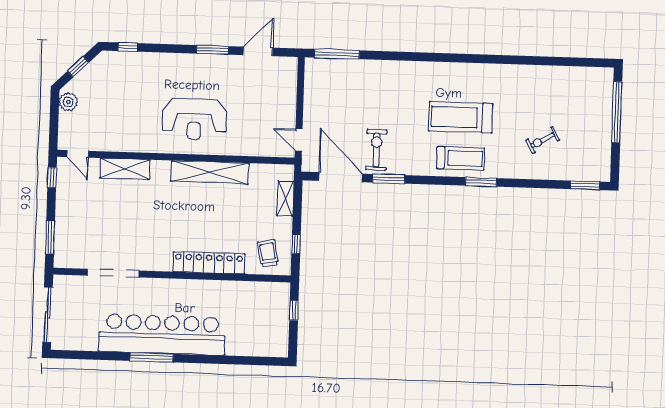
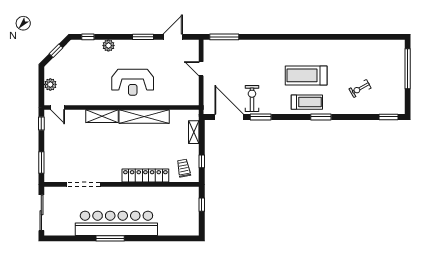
plant: (159, 61) -> (108, 46), added
plant: (68, 102) -> (50, 84), moved
door: (299, 140) -> (201, 69), moved
shelving: (125, 169) -> (102, 116), moved

